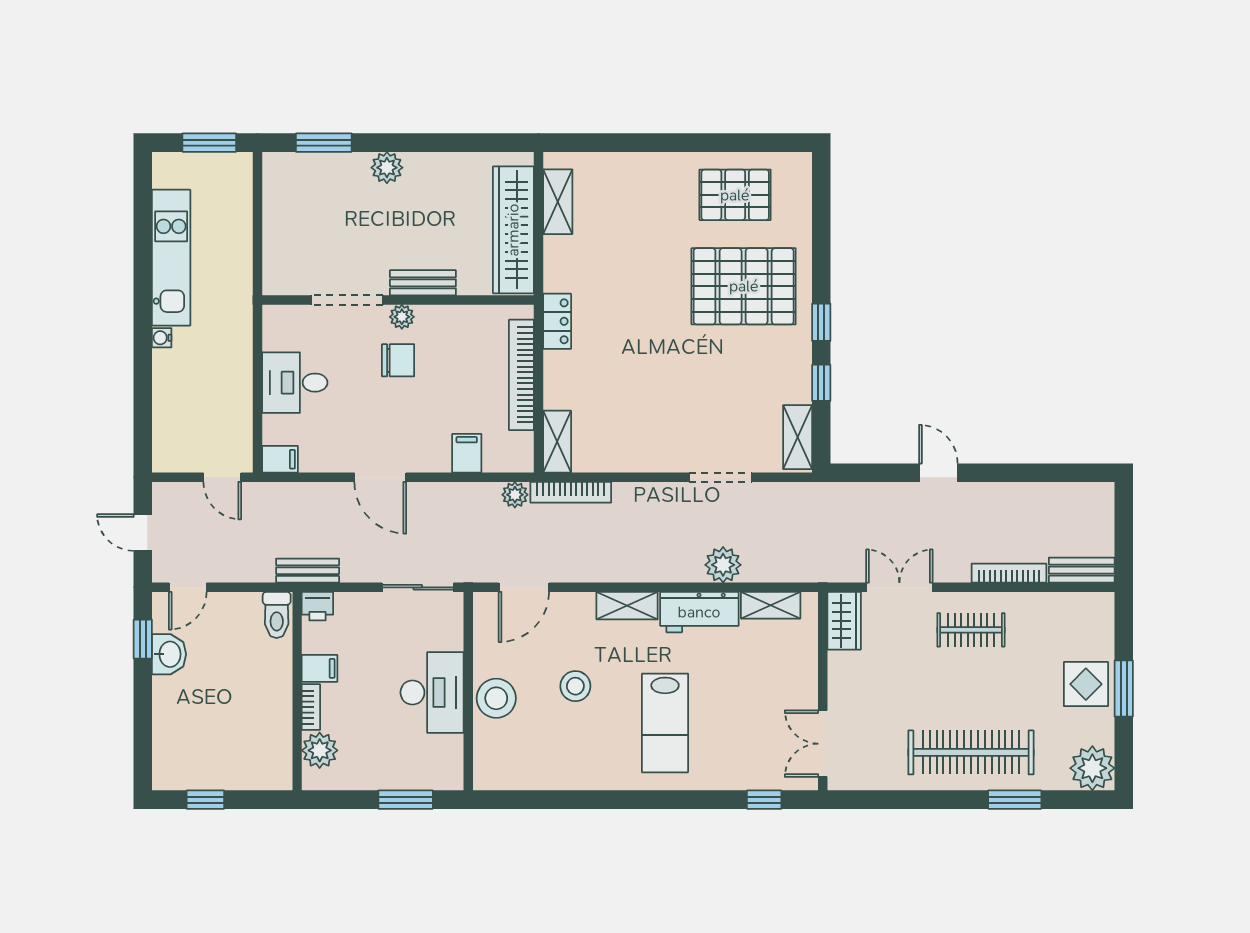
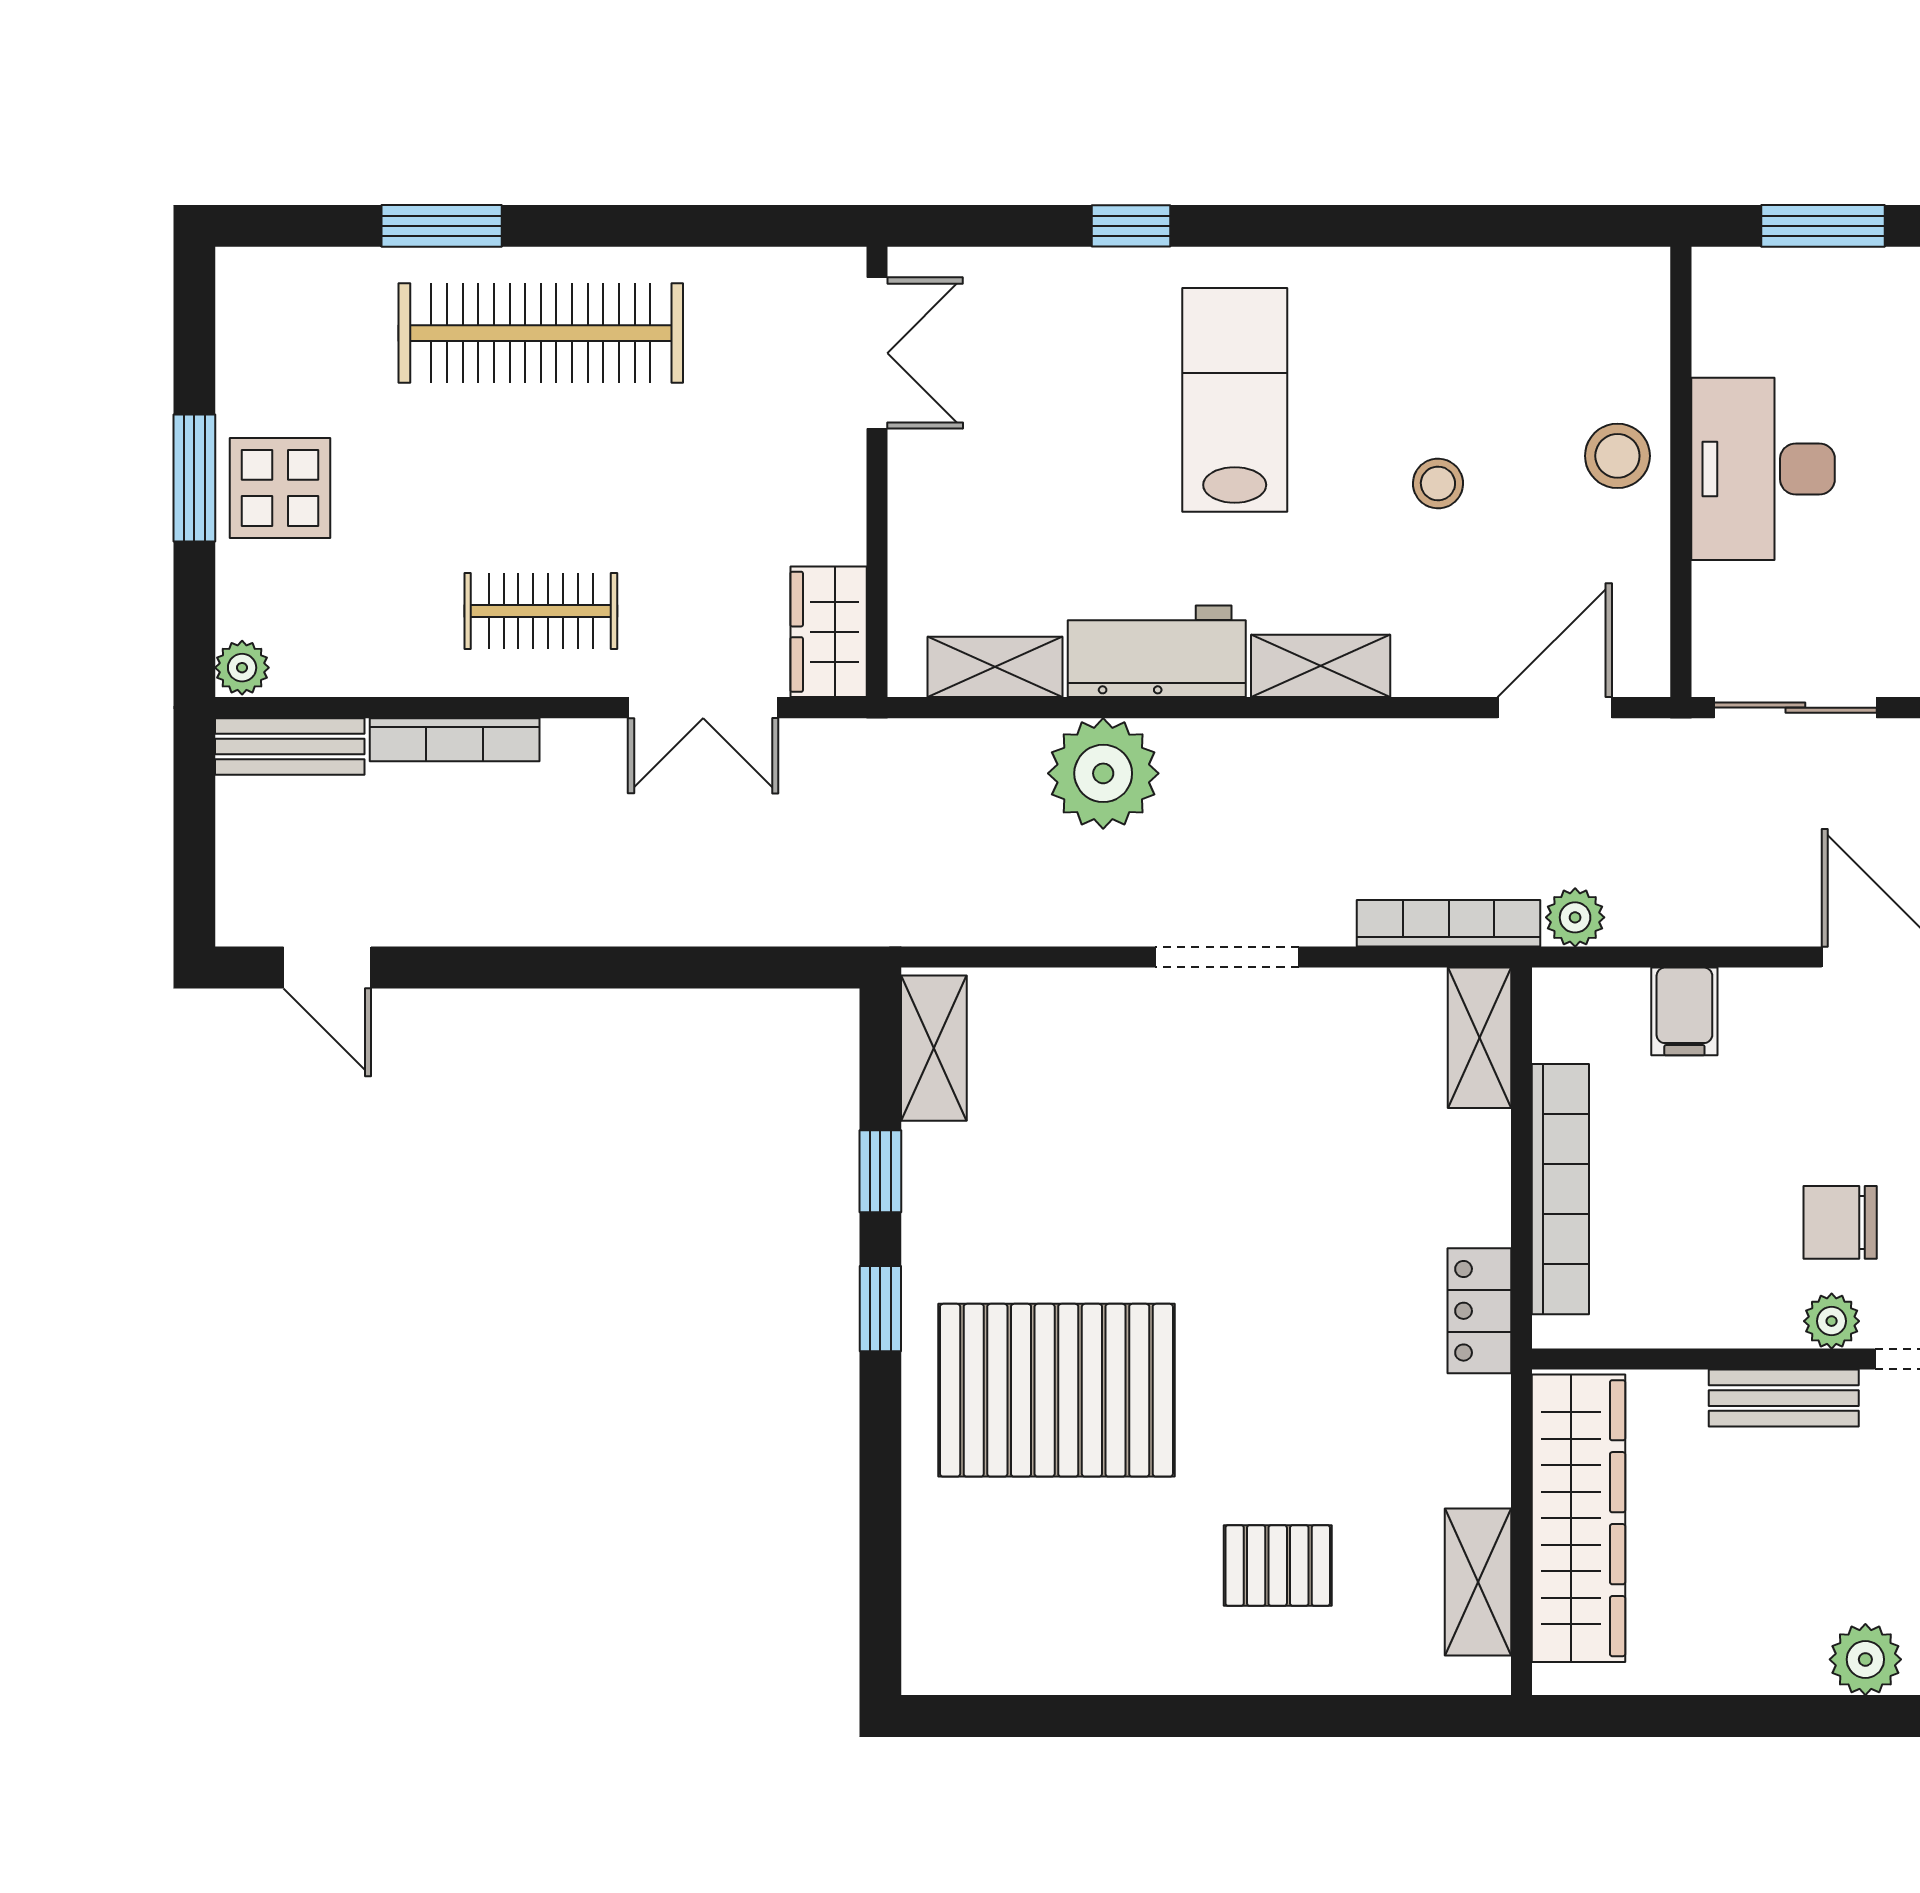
pallet: (735, 195) -> (1278, 1566), moved, width x0.67, depth x0.71
door: (938, 473) -> (327, 967), moved
doorway: (720, 477) -> (1227, 957), moved
plant: (723, 565) -> (1103, 773), width x1.36, depth x1.36
stool: (575, 686) -> (1438, 483), width x0.73, depth x0.73
stool: (496, 698) -> (1617, 456), width x0.73, depth x0.73
plant: (1092, 768) -> (242, 668), moved, width x0.53, depth x0.53
window: (764, 800) -> (1131, 226), moved

